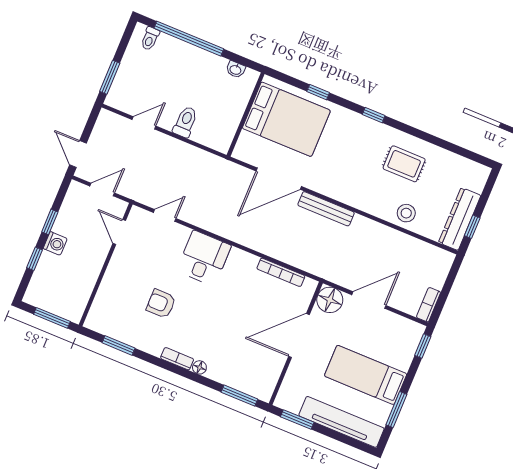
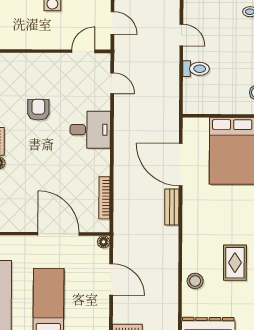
bench: (326, 209) -> (172, 207), width x0.73
floor lamp: (330, 300) -> (104, 242), width x0.53, depth x0.53

